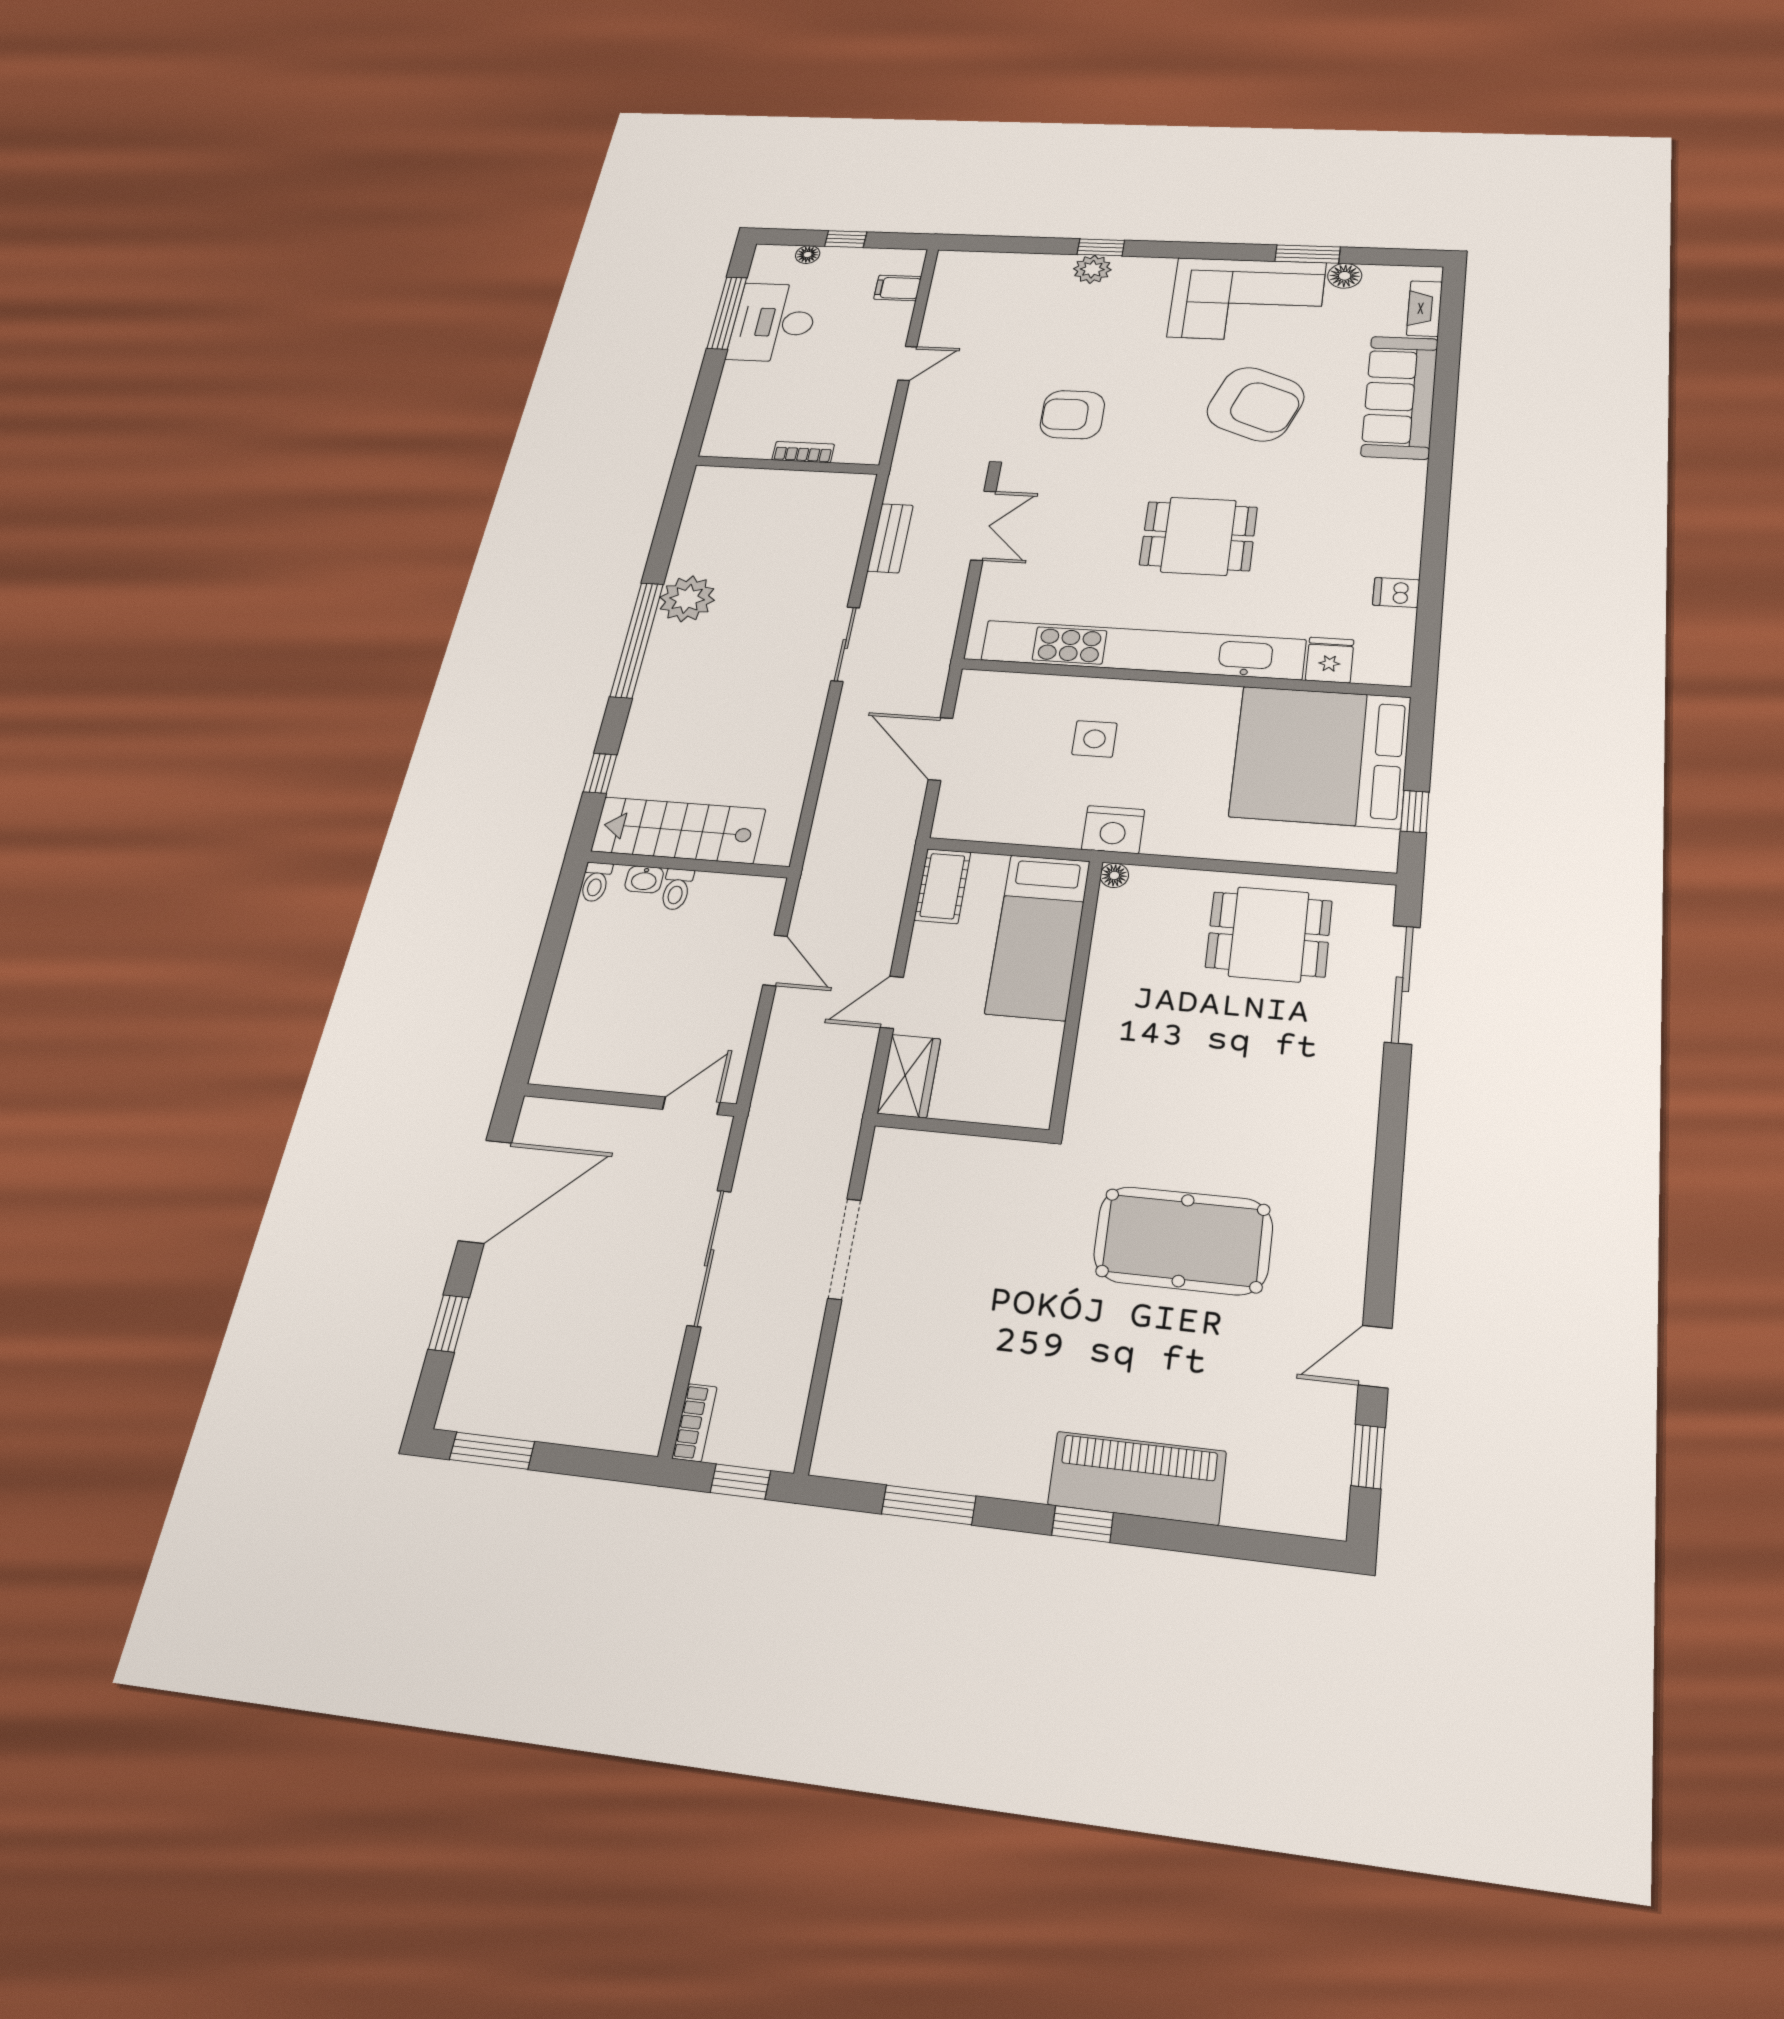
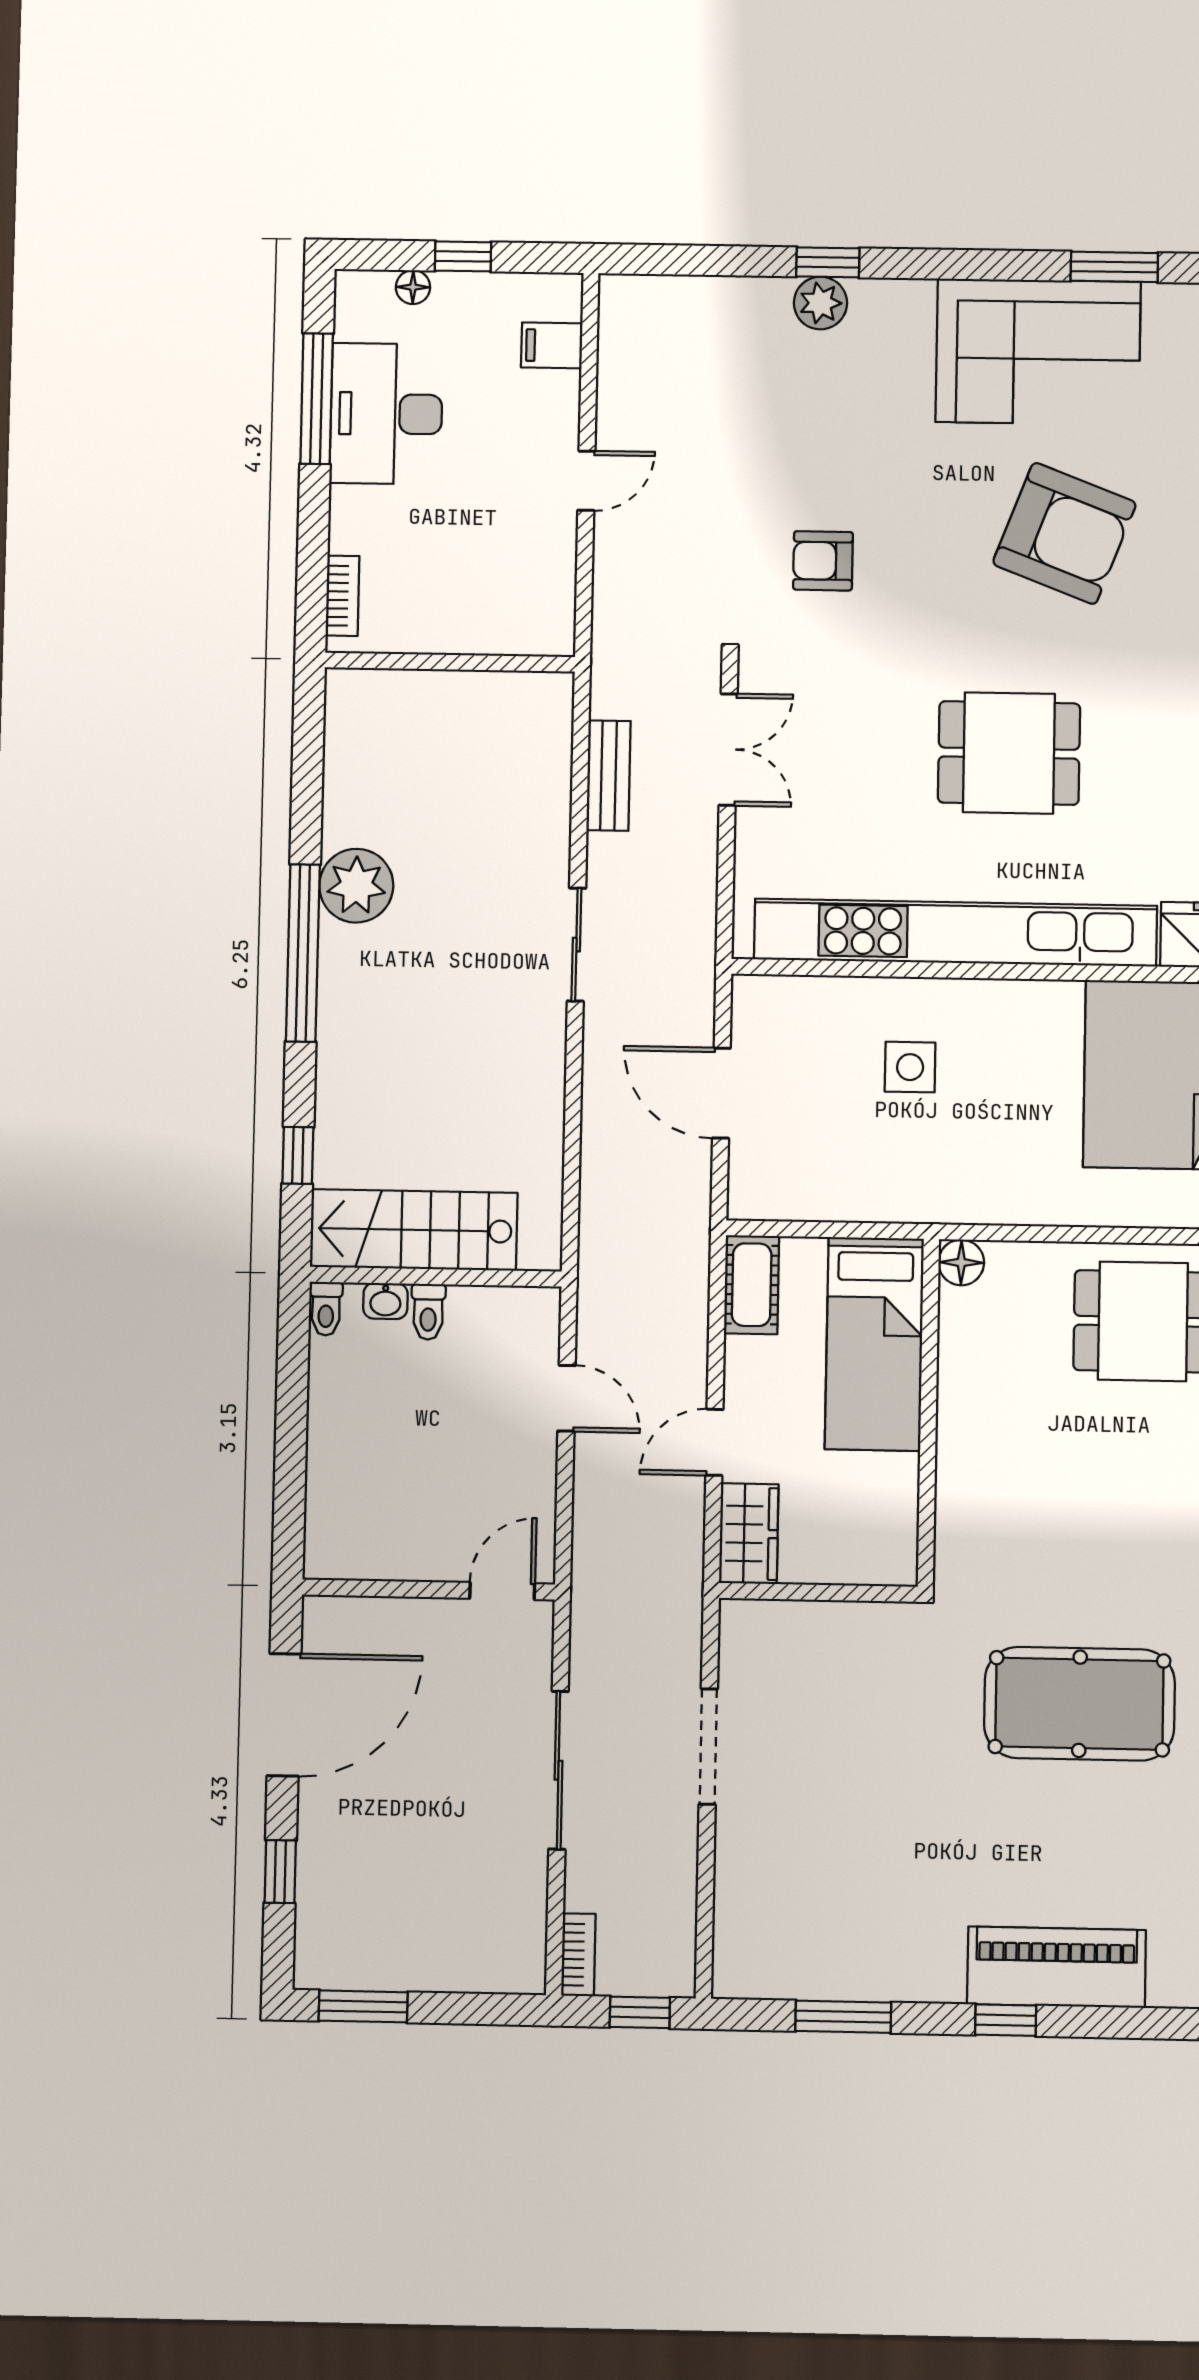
floor lamp: (1345, 276) -> (1167, 305), removed
armchair: (1072, 415) -> (823, 561), width x0.72, depth x0.72
bookcase: (803, 452) -> (342, 596), moved, turned 90
nightstand: (1113, 830) -> (947, 1194), removed
floor lamp: (1114, 875) -> (961, 1262), width x1.37, depth x1.37

